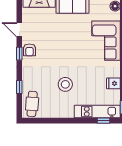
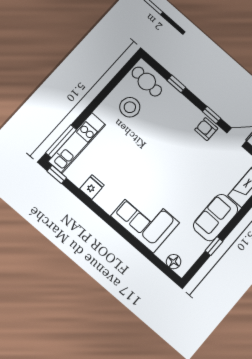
stool: (65, 84) -> (130, 107), moved
window: (104, 121) -> (61, 141), width x2.17

